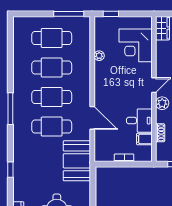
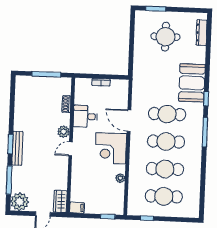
window: (69, 14) -> (147, 218), width x0.46
corner desk: (136, 45) -> (111, 148), moved, turned 180
filing cabinet: (144, 139) -> (77, 208), moved
booth: (77, 161) -> (192, 83), moved
window: (10, 170) -> (206, 99), moved

